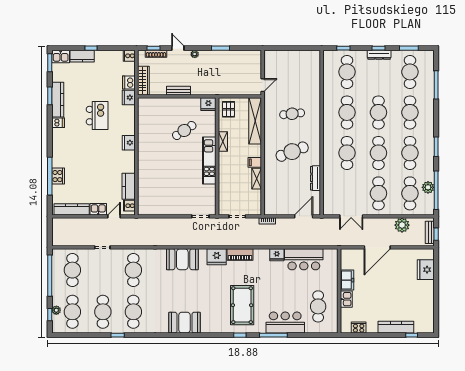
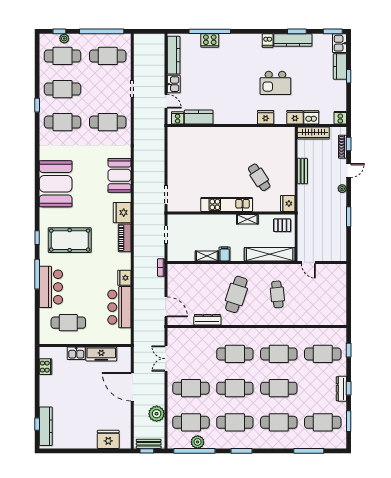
fridge: (129, 143) -> (266, 117), moved
cafe table: (292, 152) -> (236, 294), turned 39
freezer: (347, 280) -> (101, 354), width x1.40
booth: (184, 323) -> (56, 184), width x1.36, depth x1.42
kitchen counter: (396, 327) -> (46, 426), moved

